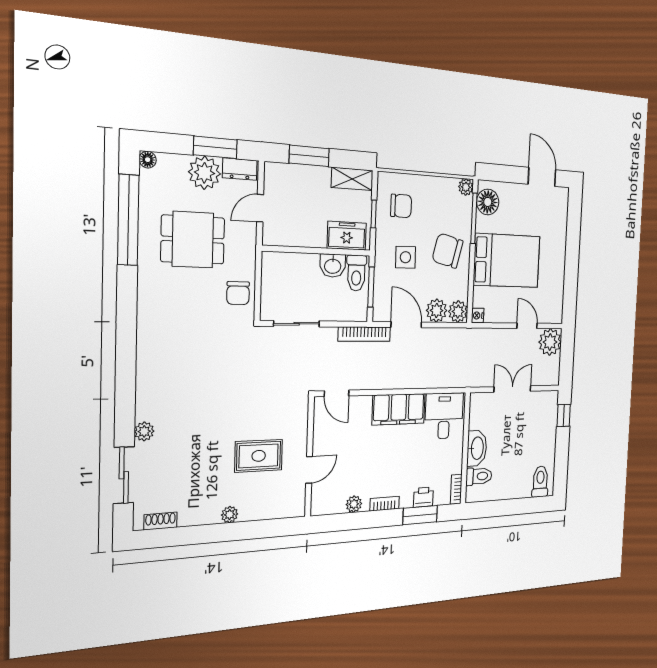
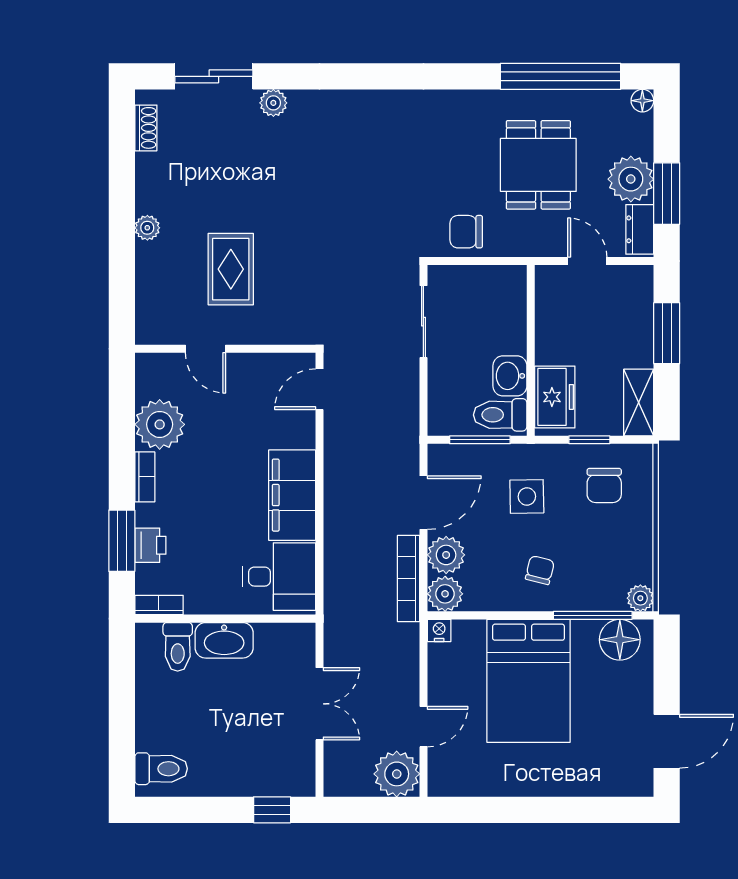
chair: (448, 251) -> (540, 570), width x0.54, depth x0.54
bookcase: (364, 334) -> (409, 579), moved
plant: (354, 504) -> (160, 424), width x1.87, depth x1.87

